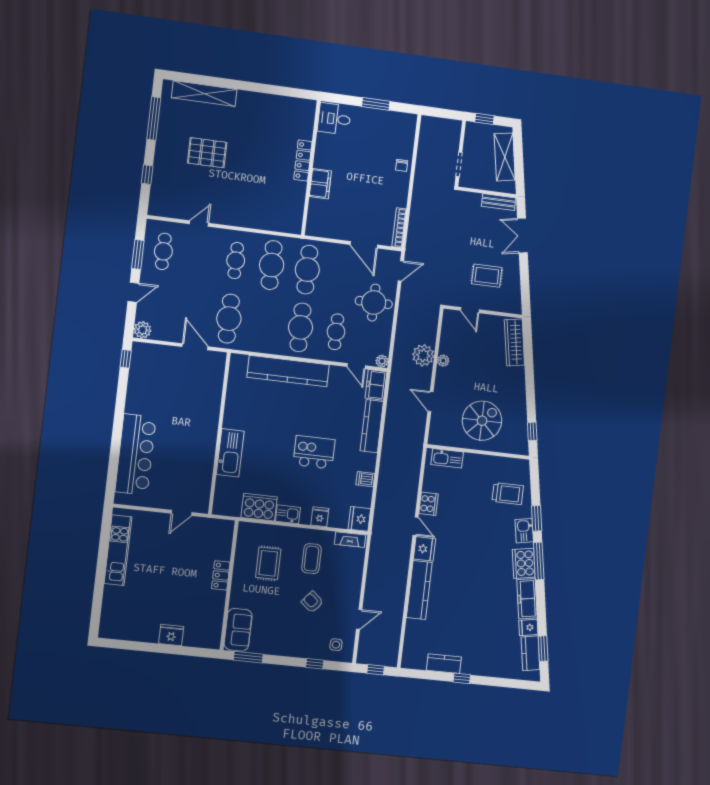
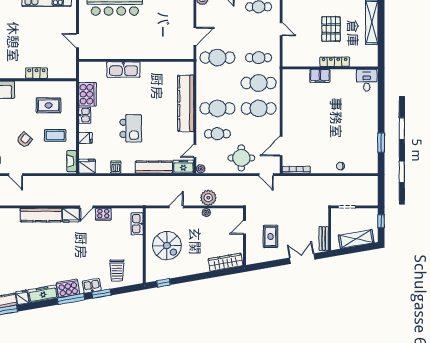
desk: (334, 119) -> (367, 80), moved
locker: (303, 160) -> (335, 62), moved
wall: (311, 168) -> (330, 68), moved
filing cabinet: (320, 184) -> (320, 76), moved

